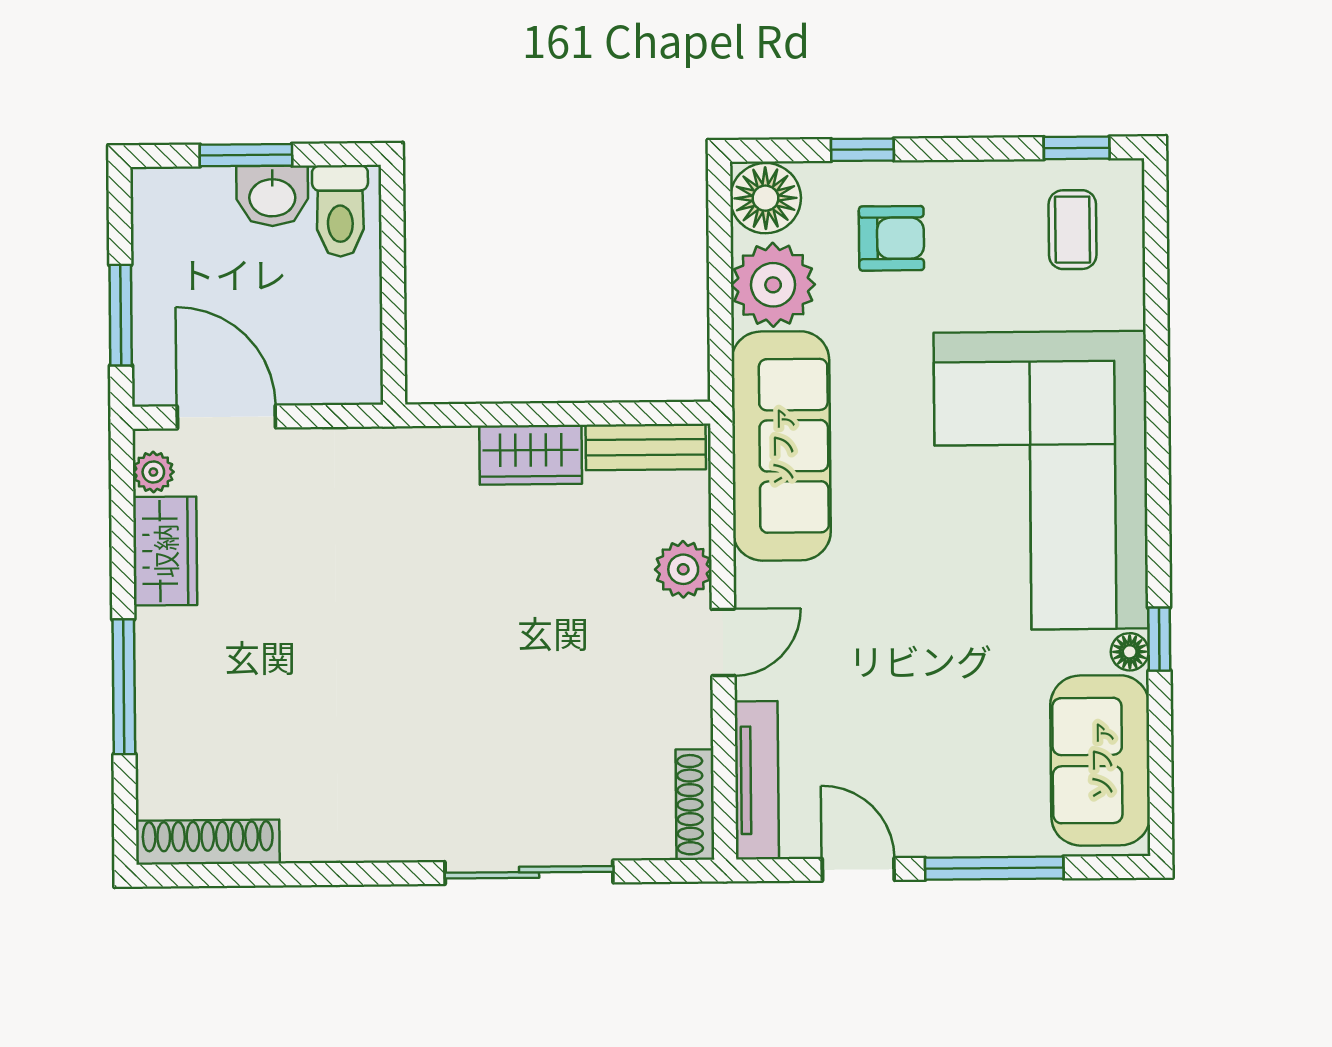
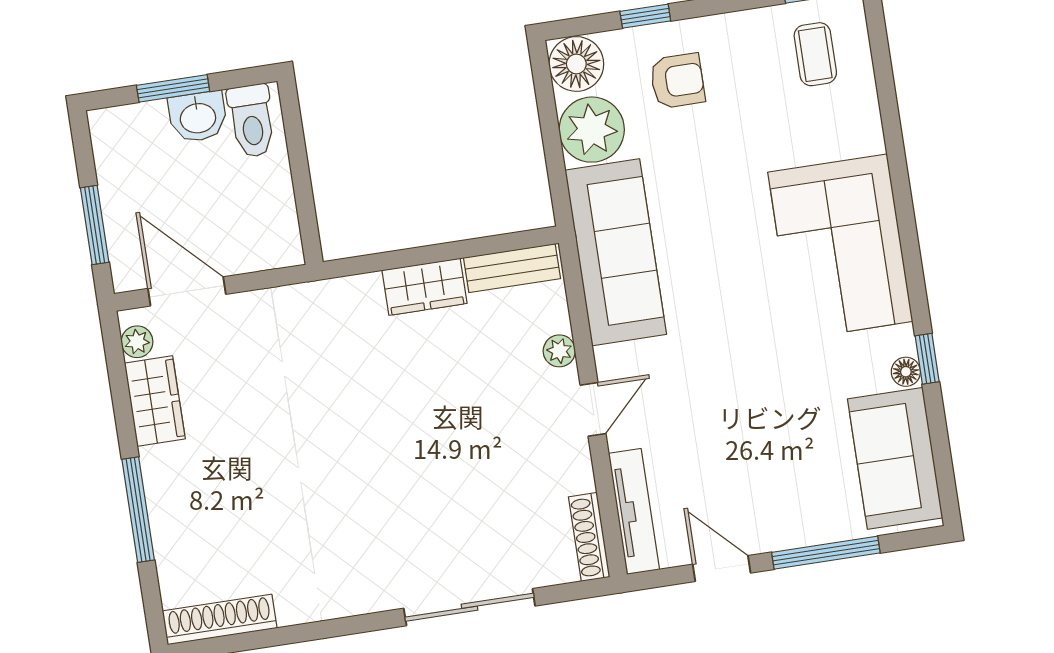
corner sofa: (1041, 481) -> (840, 247), width x0.73, depth x0.74
plant: (683, 569) -> (559, 351), width x0.73, depth x0.73

